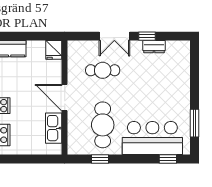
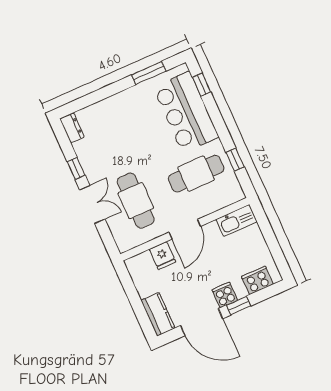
dresser: (154, 47) -> (72, 128), moved
fridge: (54, 50) -> (162, 256), moved, turned 90
cafe table: (103, 70) -> (136, 201), width x1.37, depth x1.35
kitchen sink: (54, 128) -> (236, 221), moved

